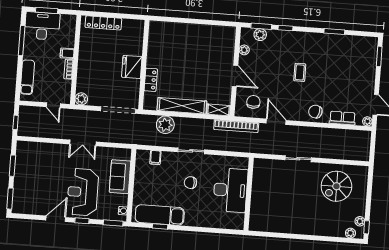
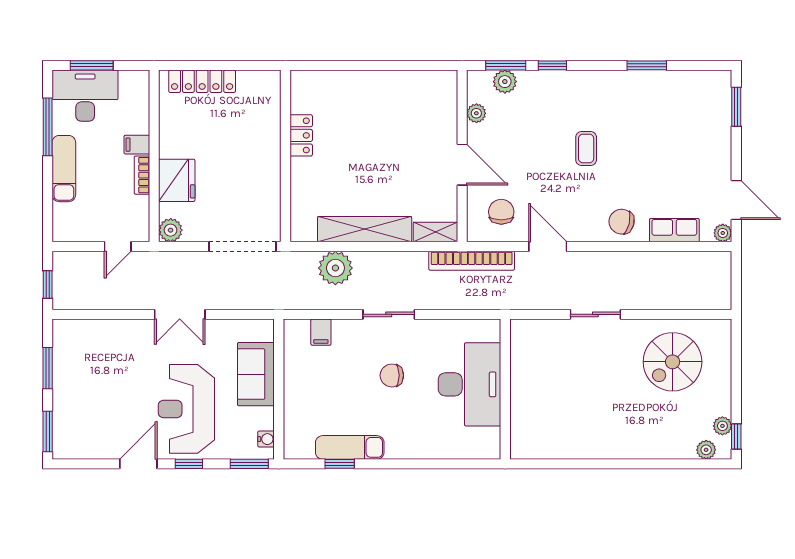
fridge: (132, 67) -> (177, 180), moved, turned 180
exam couch: (27, 77) -> (64, 169), moved
locker: (151, 80) -> (301, 135), moved
door: (53, 105) -> (118, 246), hinge flipped
exam couch: (160, 215) -> (350, 447), width x0.73, depth x0.69

